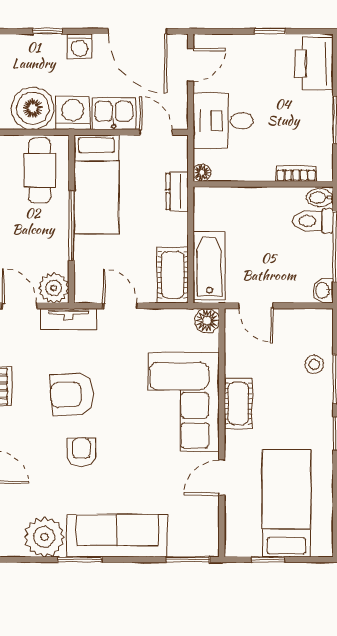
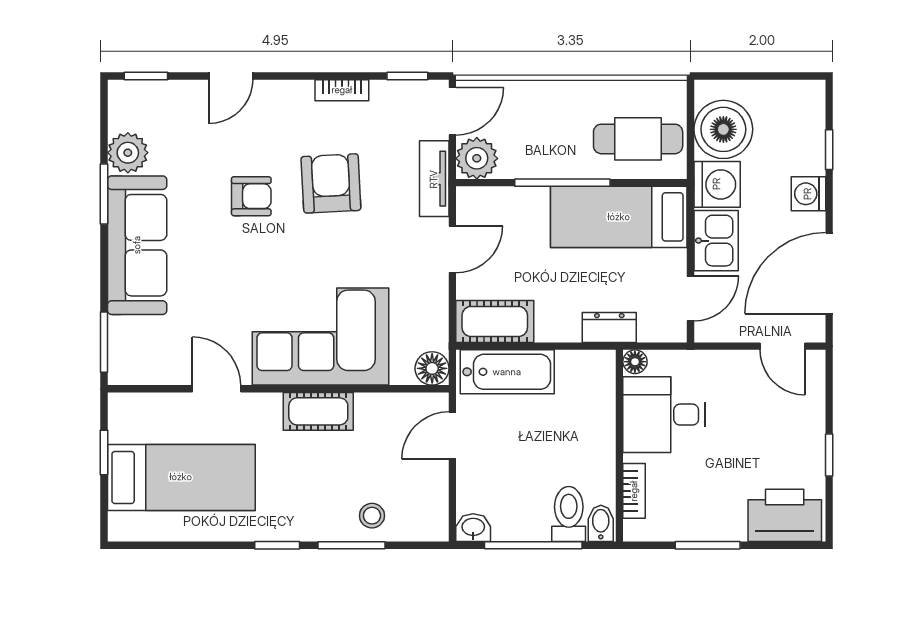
desk: (223, 121) -> (664, 415), moved, turned -90
plant: (44, 537) -> (128, 153), width x0.73, depth x0.73

